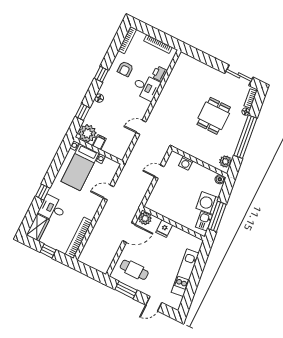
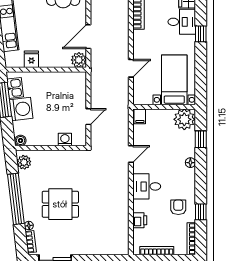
window: (101, 74) -> (201, 212), moved
desk: (146, 87) -> (147, 186), moved
dining table: (214, 116) -> (60, 204), turned 90
filing cabinet: (99, 142) -> (140, 116), moved
fridge: (164, 229) -> (31, 59), moved

